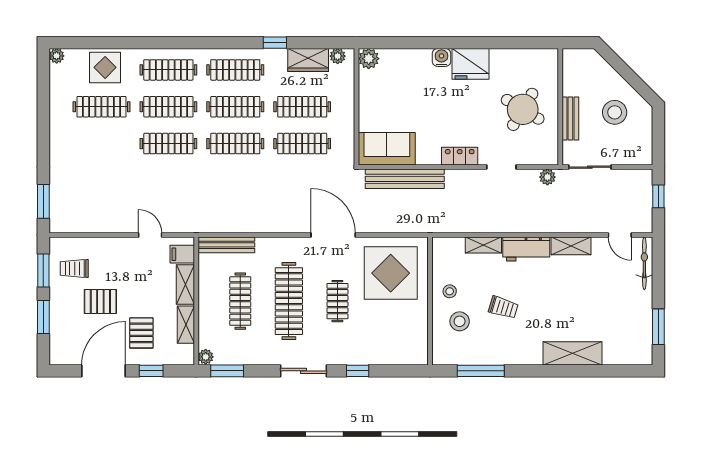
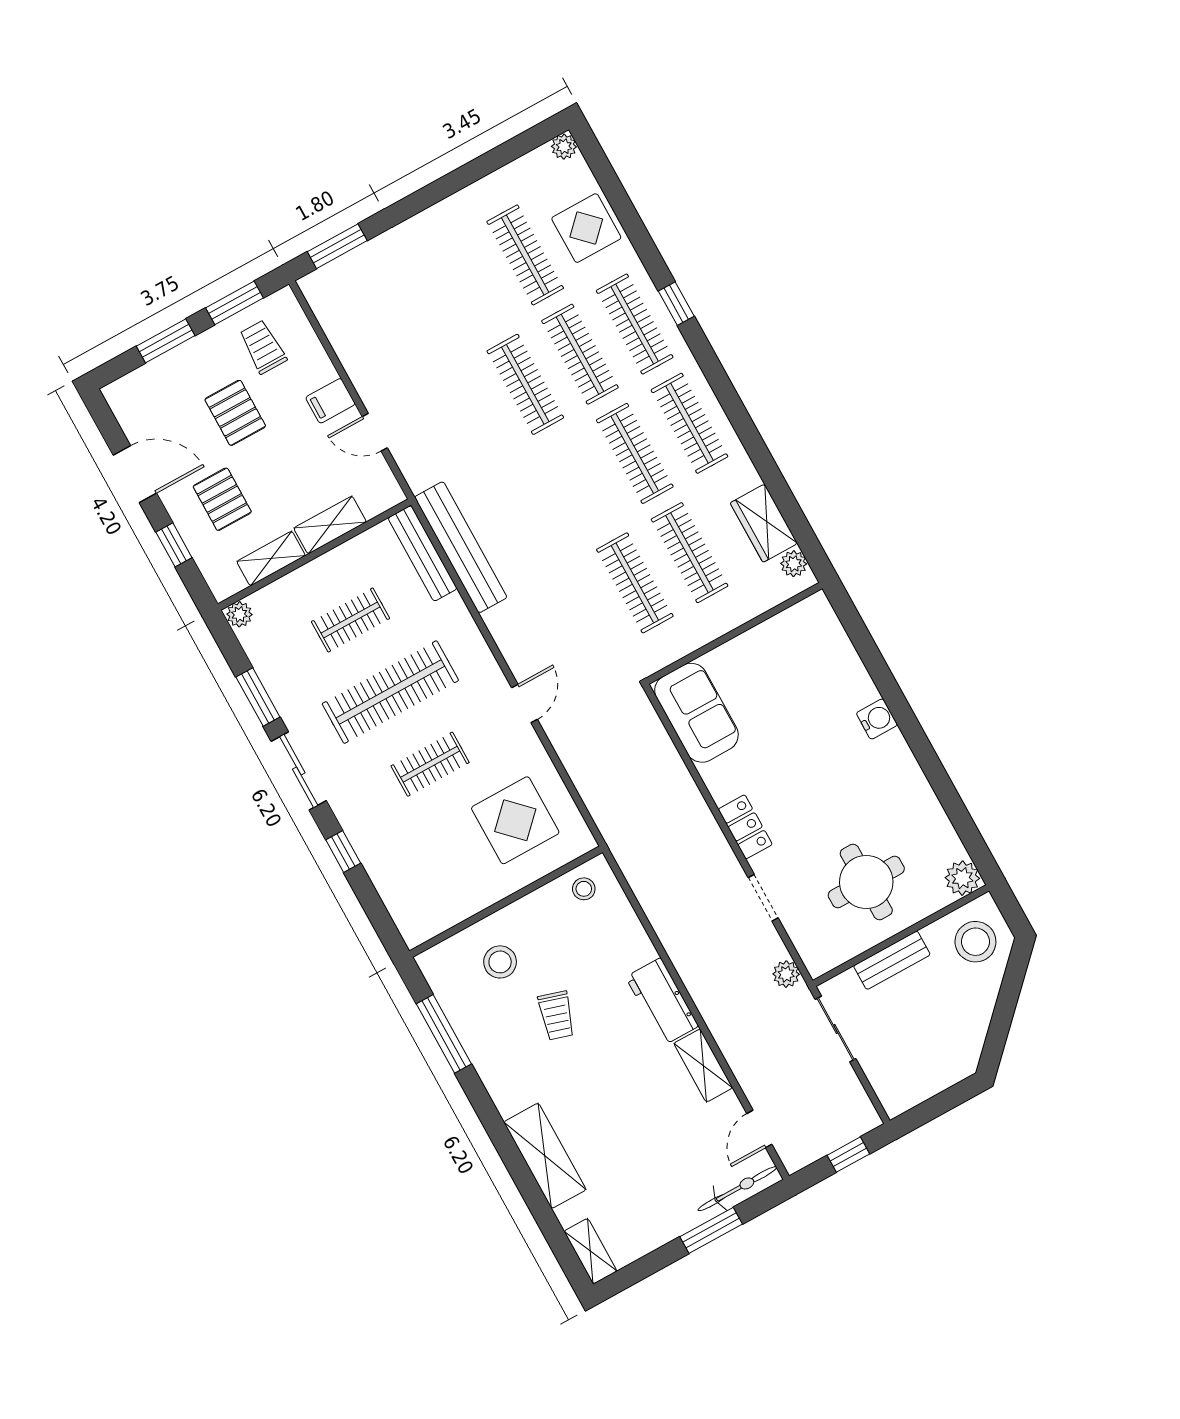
window: (275, 43) -> (676, 304), moved
plant: (369, 59) -> (962, 878), moved
fridge: (471, 64) -> (891, 767), removed
round table: (523, 109) -> (866, 882), turned -31
stool: (615, 112) -> (975, 942), moved
clothes rail: (235, 144) -> (580, 484), removed
bench: (405, 179) -> (461, 547), moved
door: (150, 235) -> (375, 432), swing flipped
door: (333, 235) -> (524, 704), width x0.53
shelving: (483, 245) -> (590, 1251), moved
filing cabinet: (182, 254) -> (330, 401), moved, turned -90
display table: (391, 273) -> (515, 820), width x0.73, depth x0.73
stool: (450, 291) -> (584, 889), moved
clothes rail: (240, 301) -> (351, 620), width x0.73
window: (658, 327) -> (711, 1230), moved
pallet: (141, 333) -> (222, 499), turned 90
door: (103, 371) -> (135, 474), width x0.73
window: (227, 371) -> (258, 697), moved

